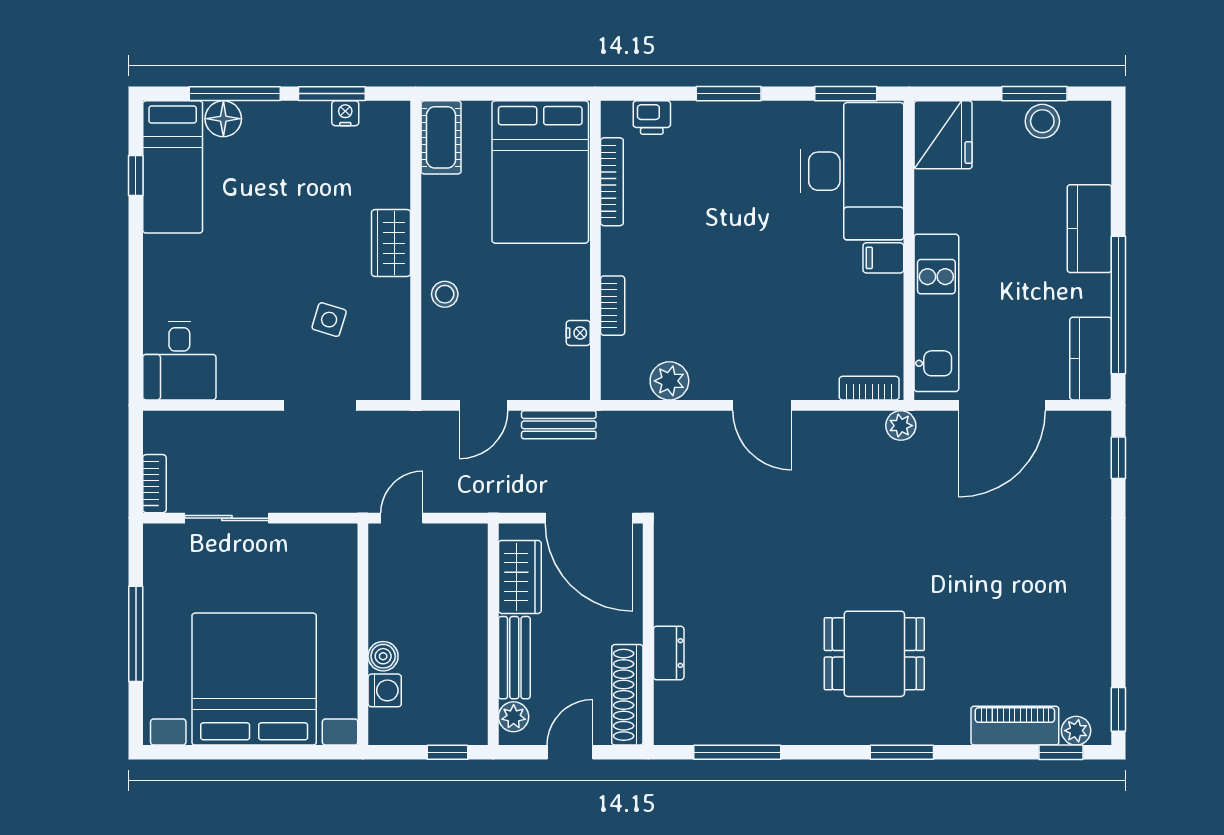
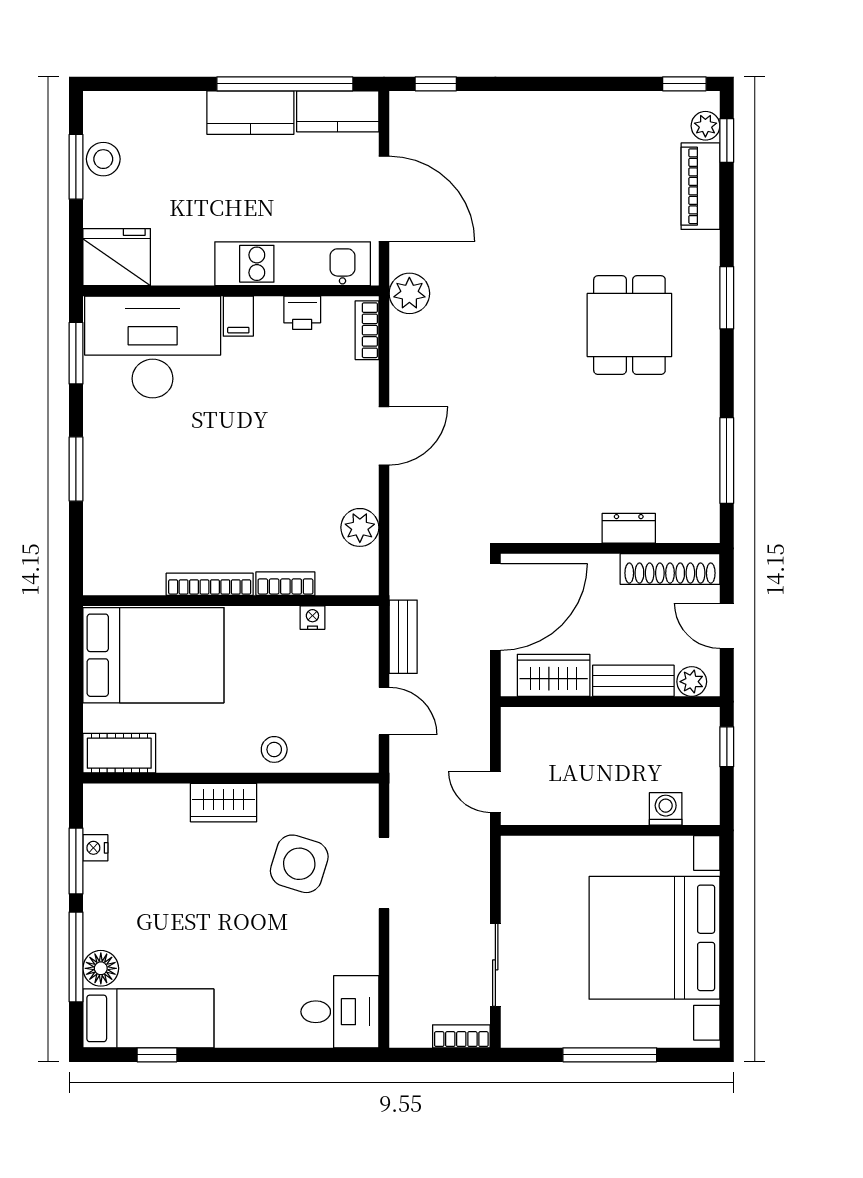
printer: (652, 118) -> (302, 313), moved, turned 90
bookcase: (612, 182) -> (210, 584), moved
kitchen counter: (1089, 229) -> (250, 113), moved
side table: (329, 320) -> (299, 864), width x1.87, depth x1.87
plant: (901, 426) -> (409, 293), width x1.38, depth x1.38
boiler: (383, 656) -> (632, 810), removed

